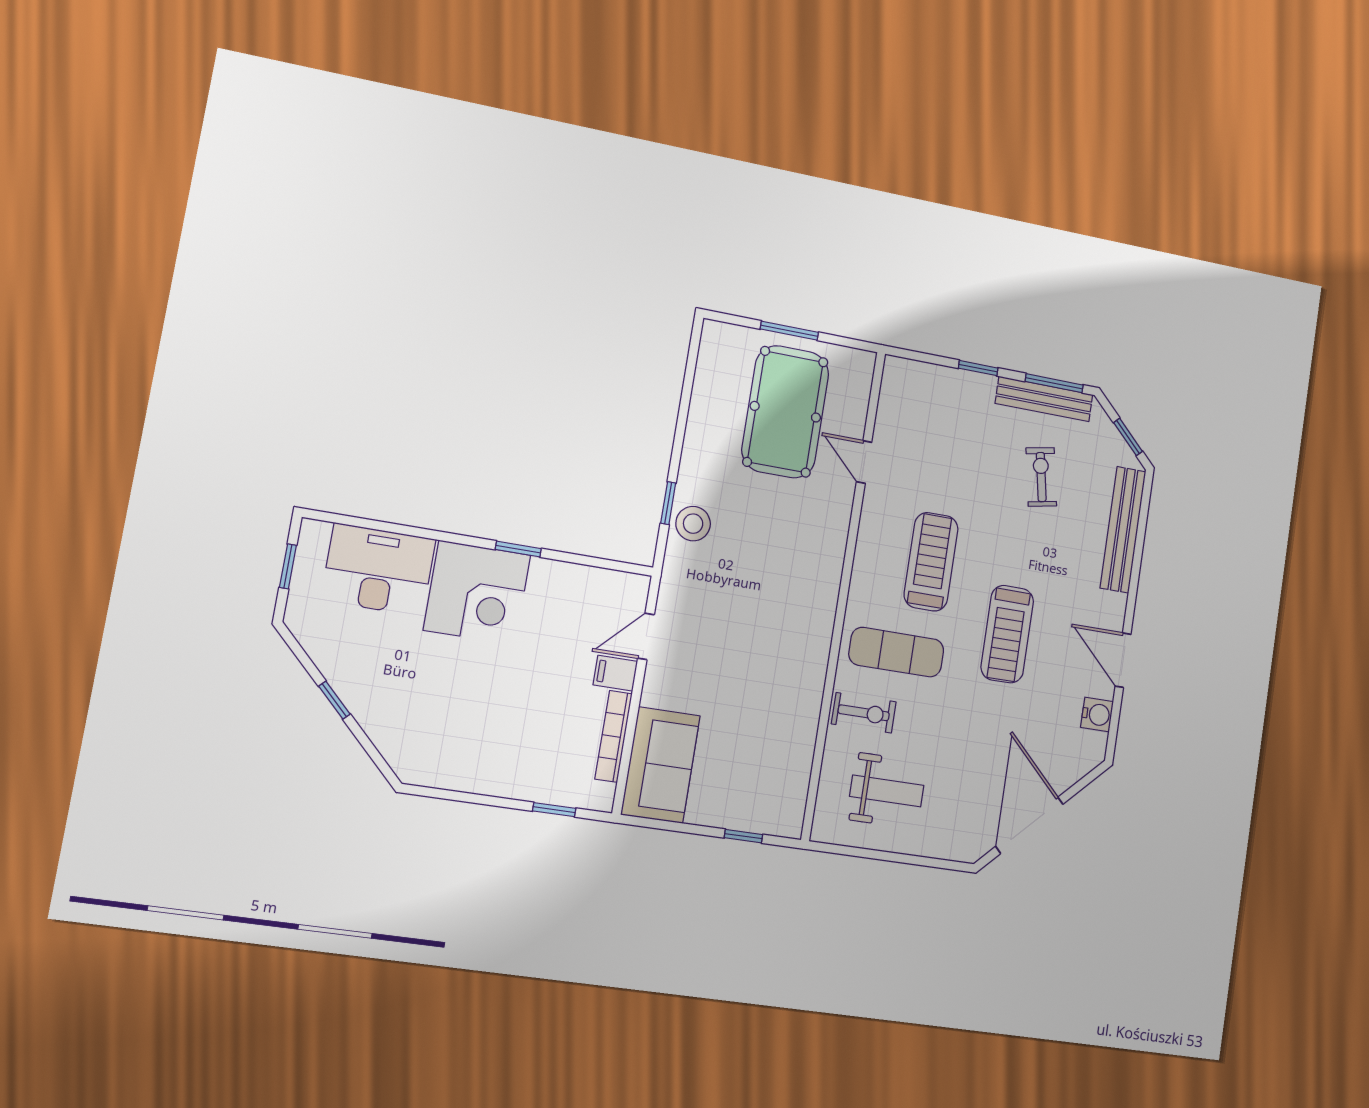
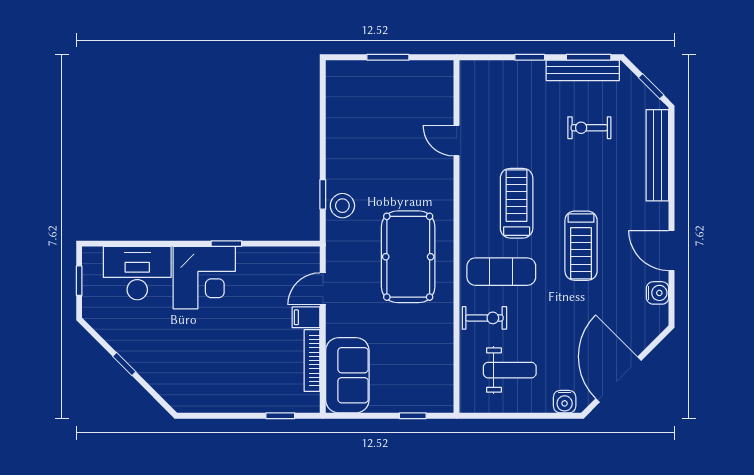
pool table: (785, 412) -> (408, 257), moved
exercise bike: (1041, 477) -> (589, 128), turned -79
water cooler: (954, 846) -> (565, 402), added

